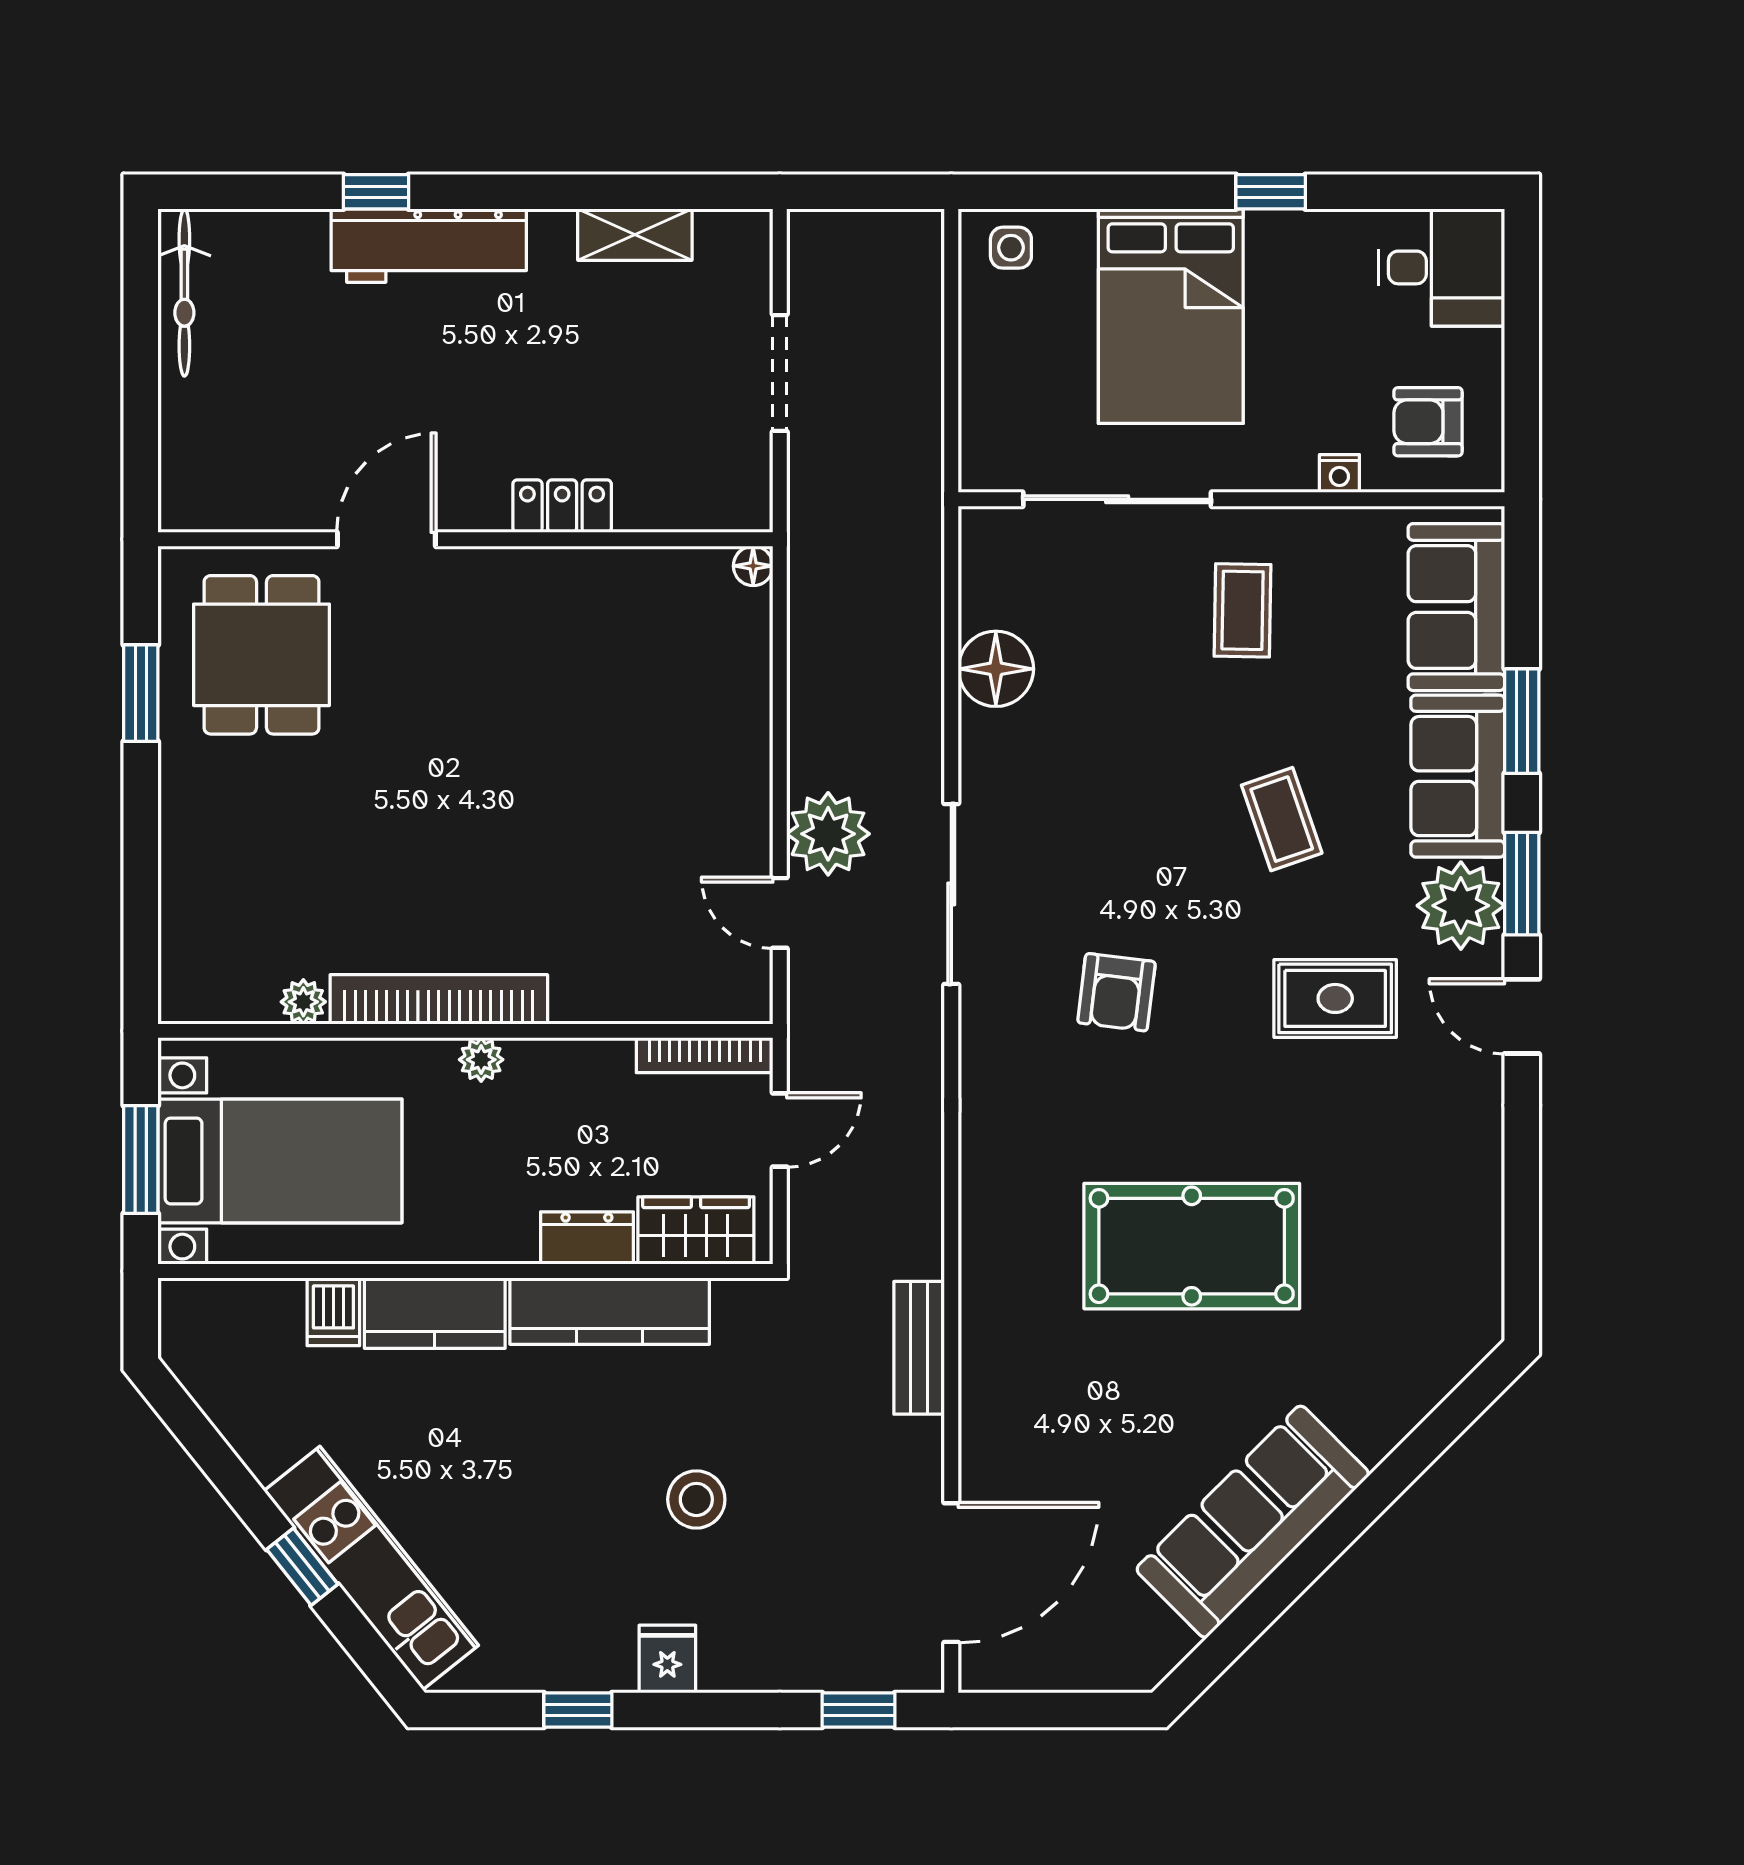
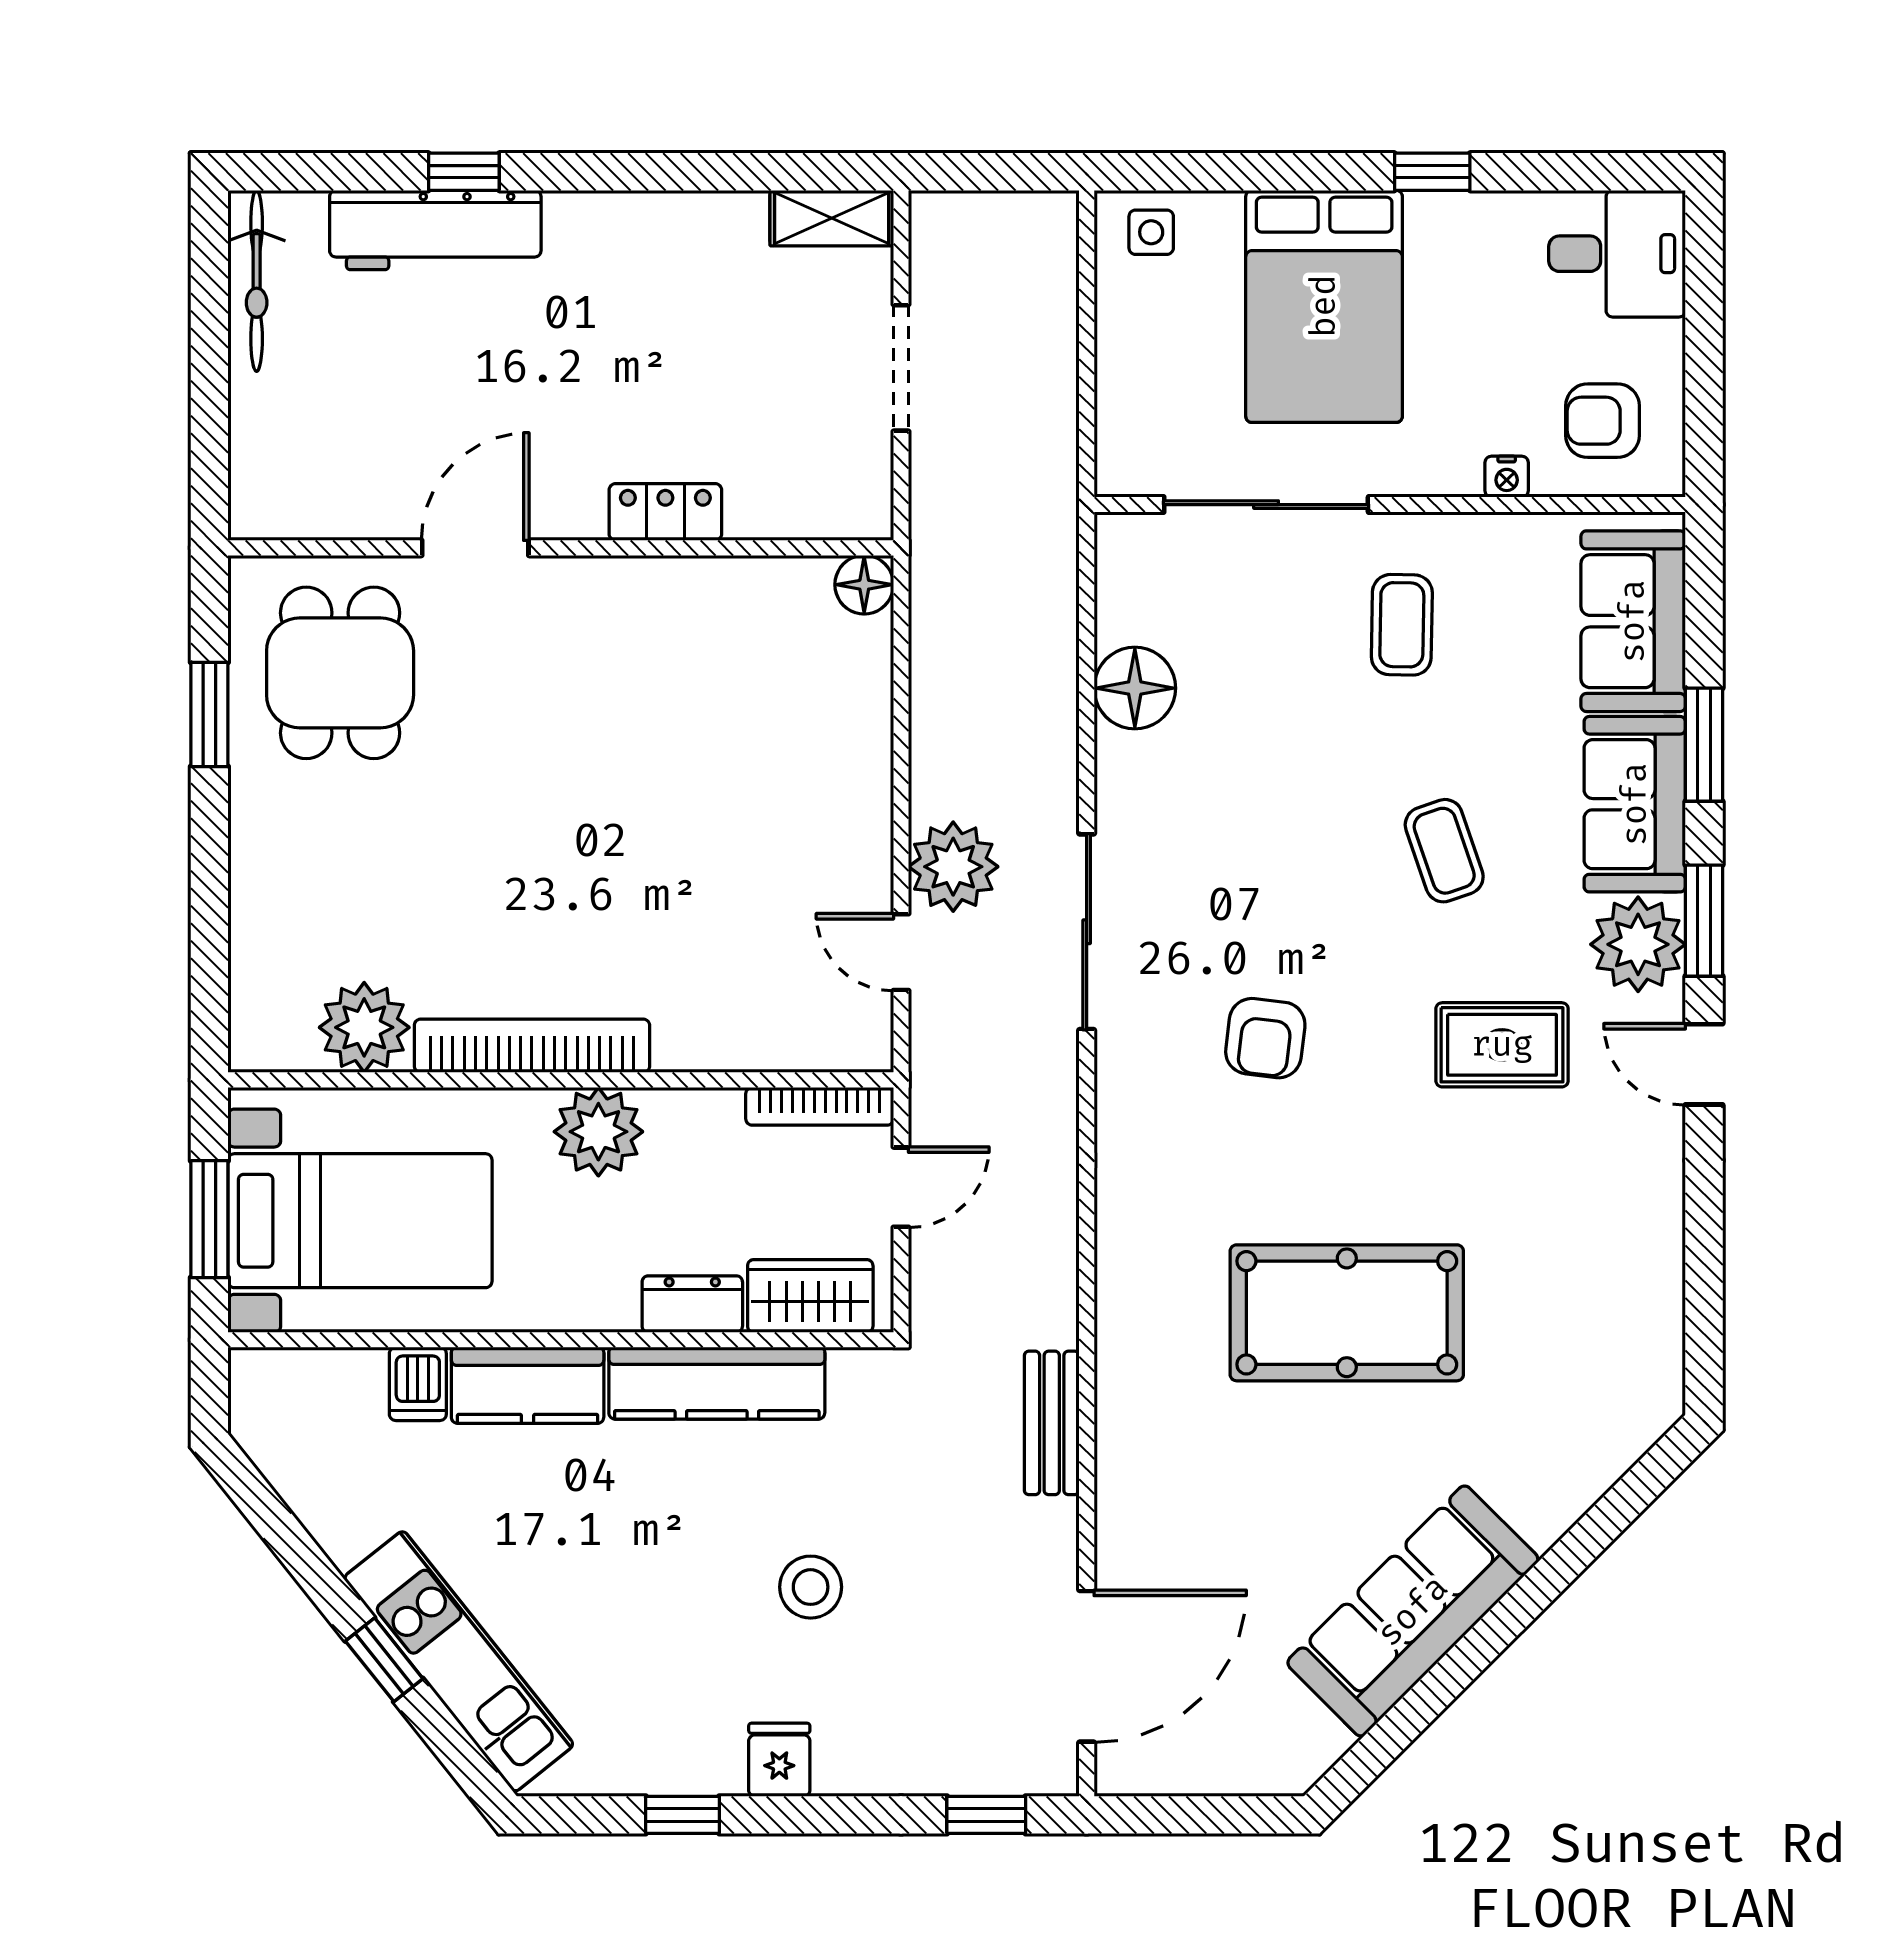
shelving: (635, 235) -> (832, 218), moved
workbench: (429, 246) -> (435, 230), moved
floor lamp: (753, 566) -> (864, 585), width x1.37, depth x1.37
plant: (303, 1002) -> (364, 1027), width x1.87, depth x1.87
plant: (481, 1060) -> (598, 1132), width x1.88, depth x1.88

